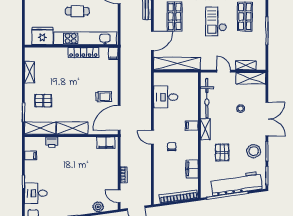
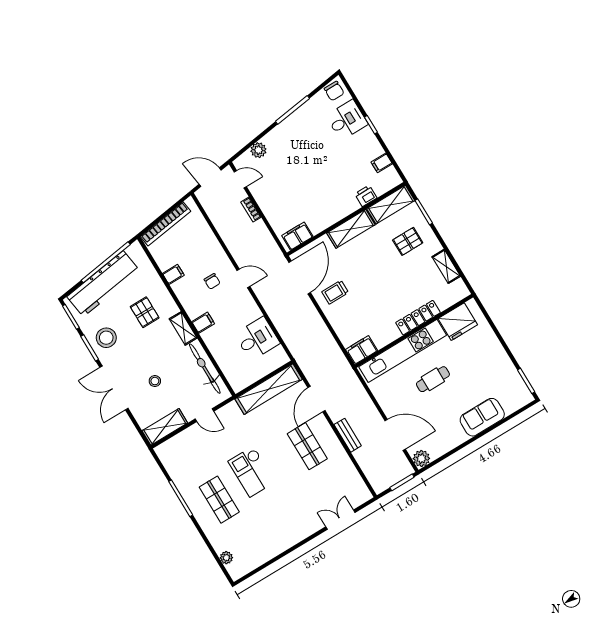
checkout: (216, 21) -> (252, 472), turned 180
locker: (83, 52) -> (418, 318), moved
filing cabinet: (113, 54) -> (362, 350), width x2.00
shelving: (246, 65) -> (181, 439), removed
filing cabinet: (192, 169) -> (173, 274), width x0.50

